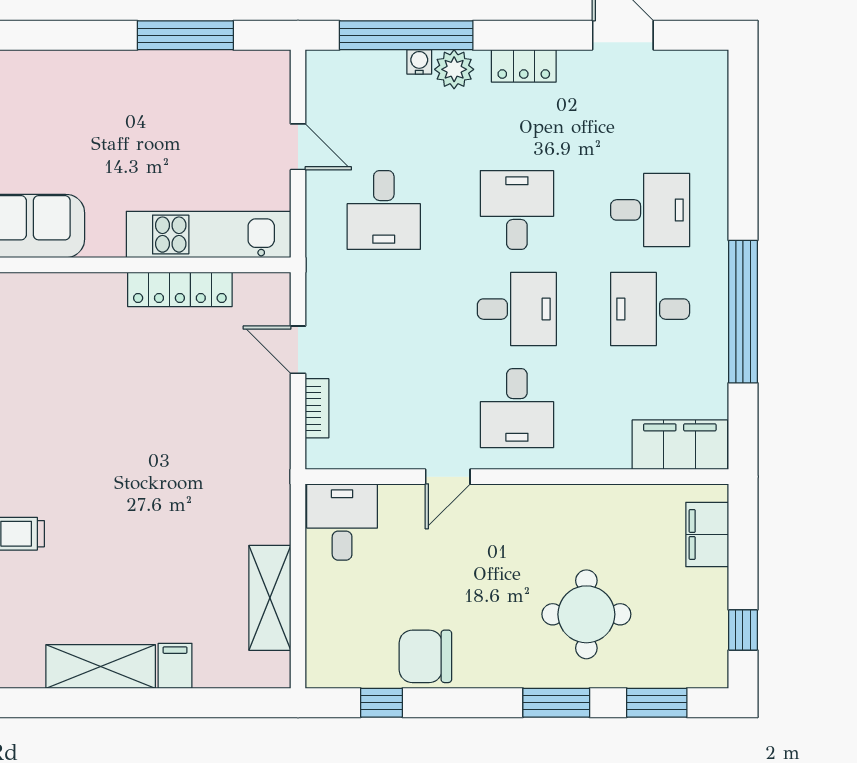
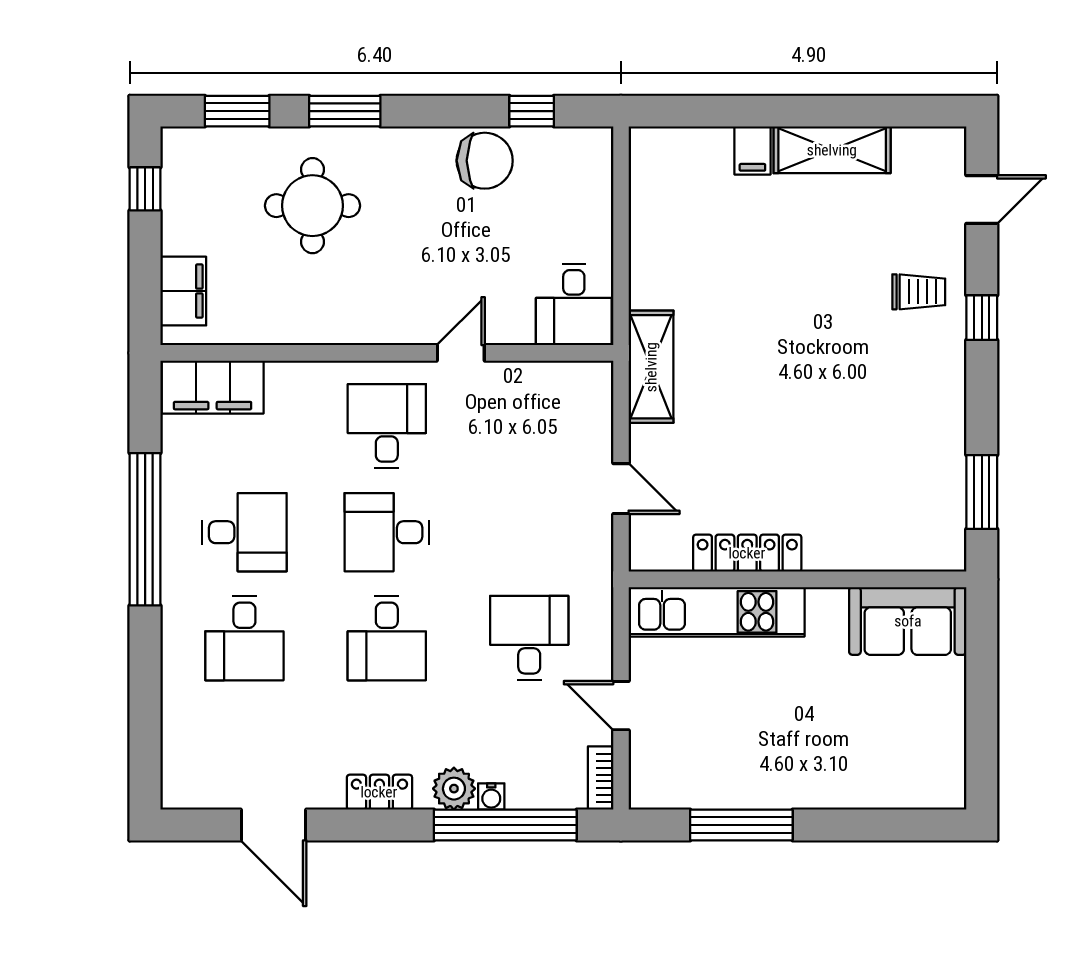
desk: (650, 210) -> (244, 638), turned -90
bookcase: (317, 408) -> (601, 778), moved
shelving: (270, 598) -> (651, 367), moved

